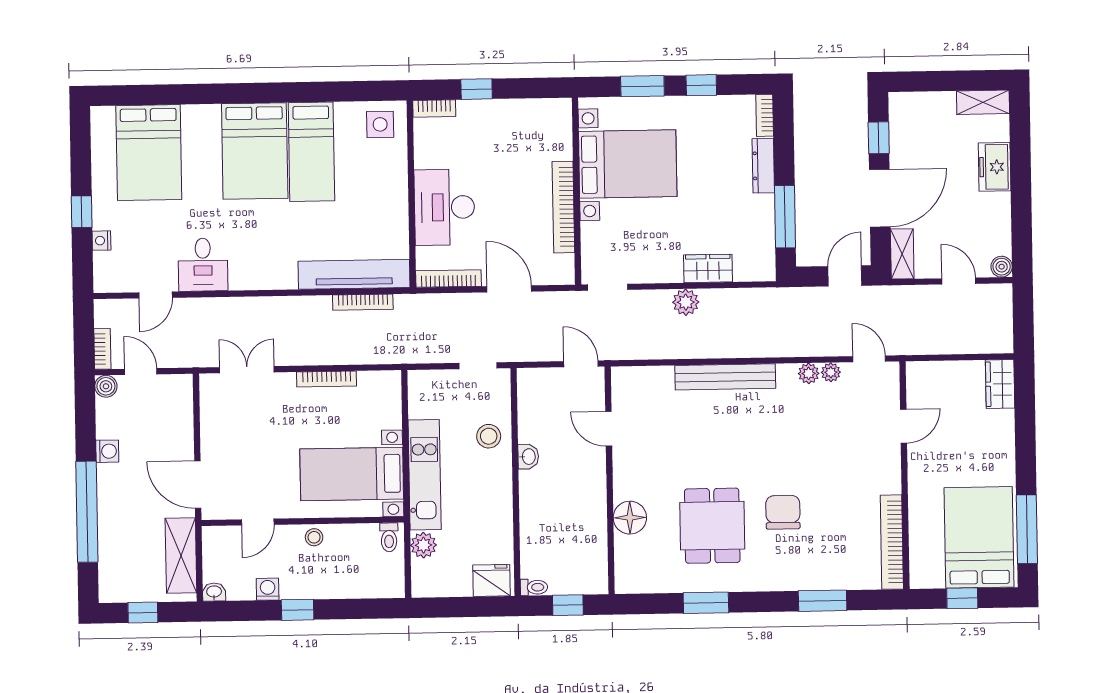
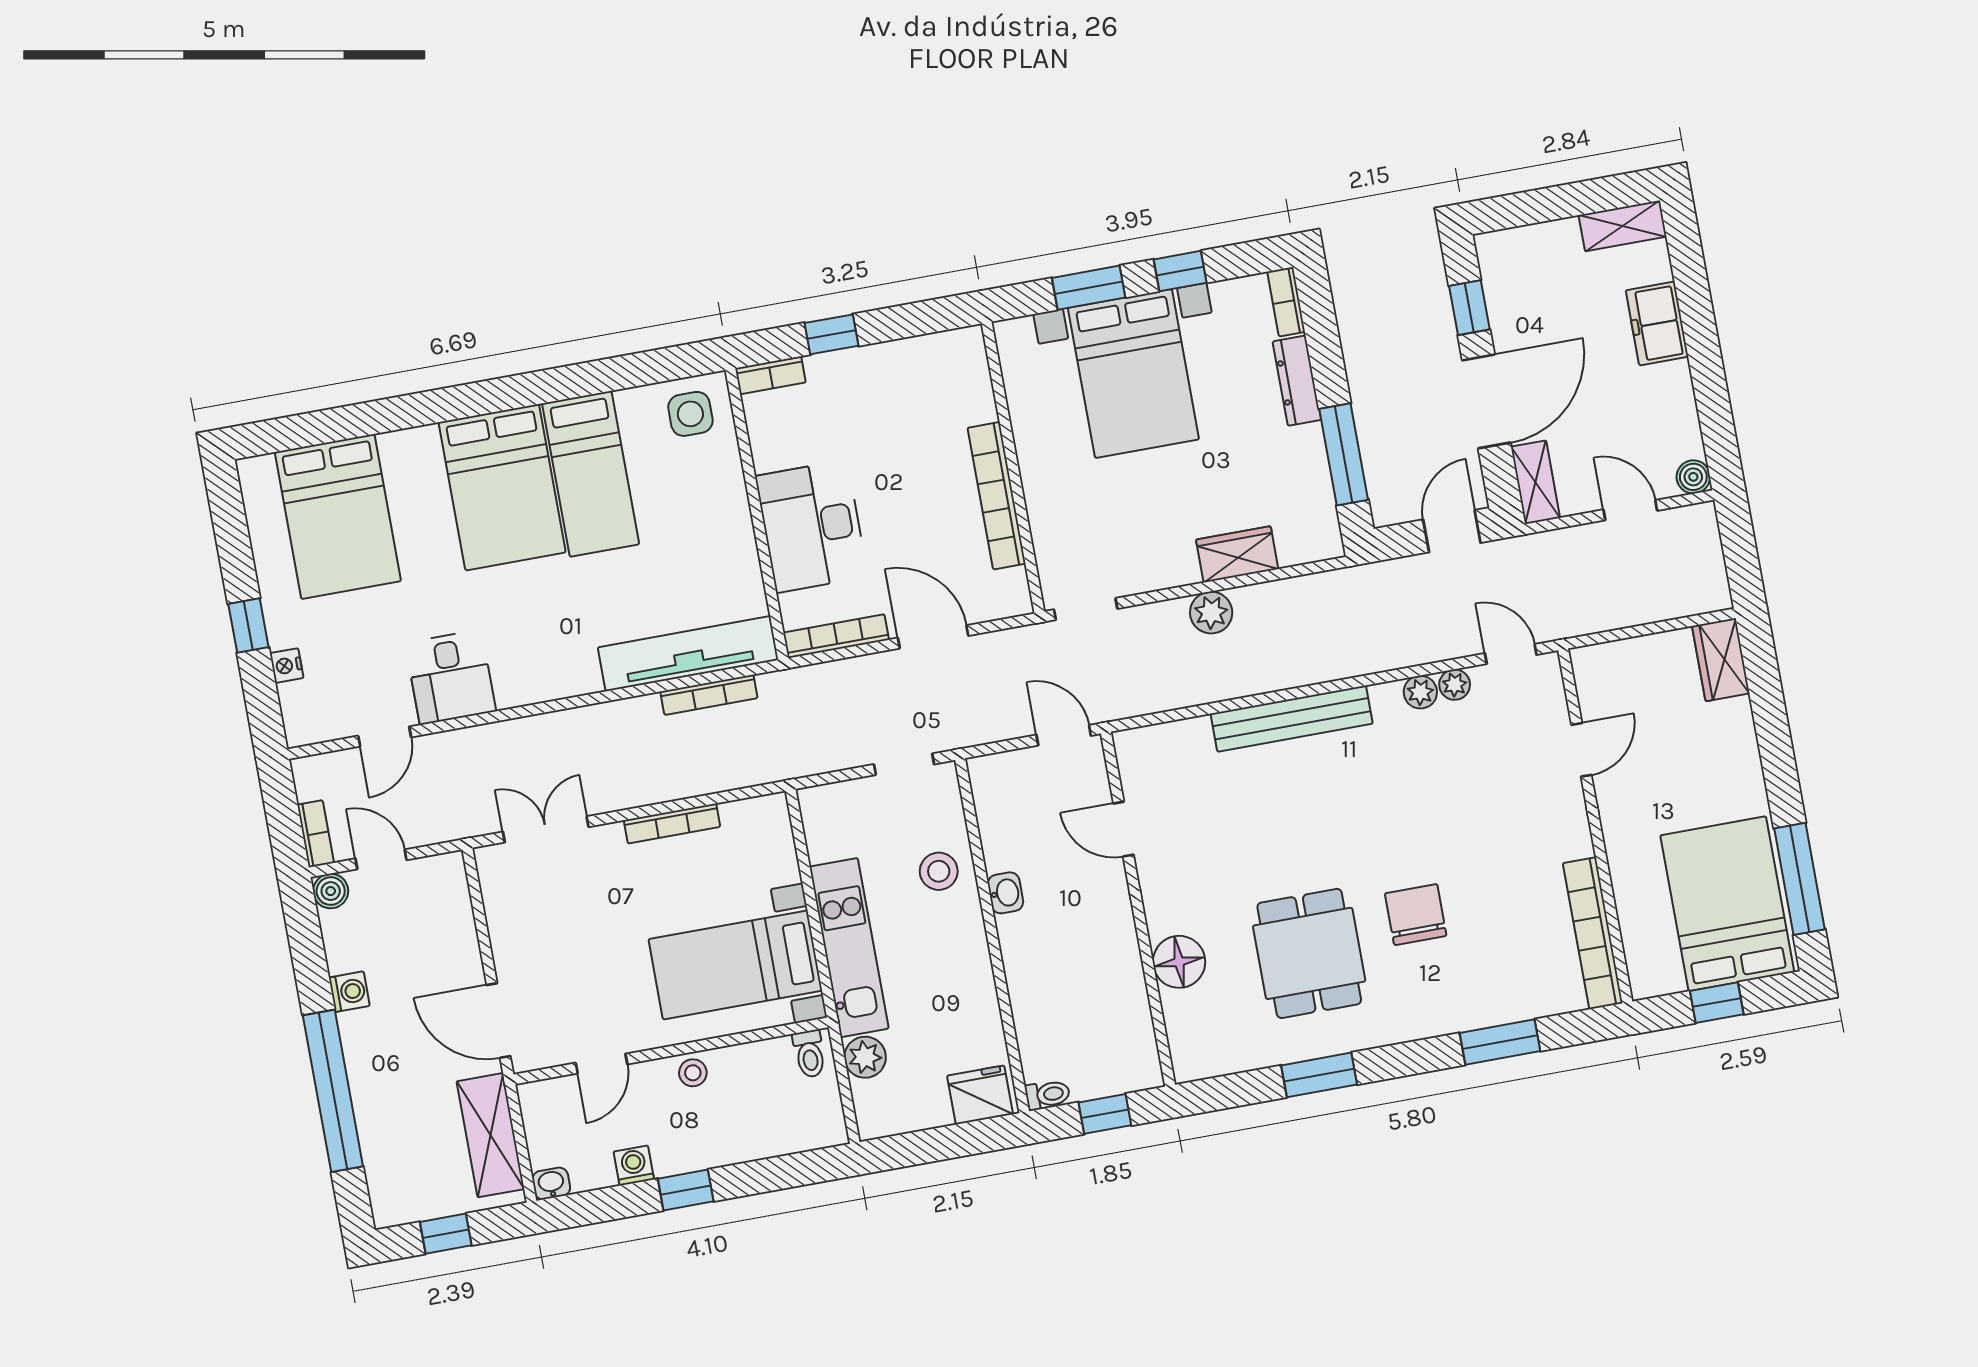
bed with nightstands: (628, 164) -> (1133, 374), moved, turned 90

